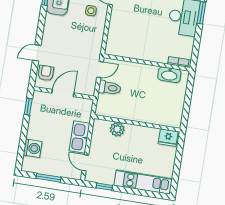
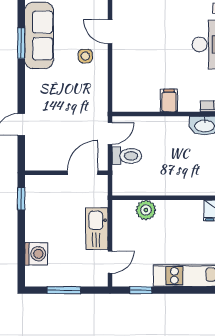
filing cabinet: (147, 52) -> (169, 100), added
armchair: (46, 73) -> (38, 150), removed
door: (63, 93) -> (83, 173), moved
door: (85, 163) -> (110, 262), swing flipped

